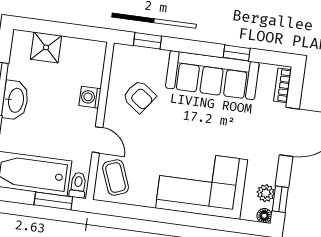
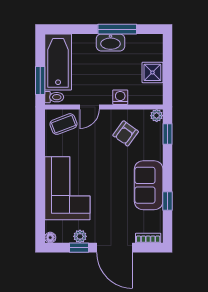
shower: (46, 47) -> (152, 72), moved
plant: (121, 52) -> (157, 116), added
sofa: (212, 75) -> (149, 185), width x0.73
plant: (266, 193) -> (80, 236), moved
window: (280, 199) -> (79, 248), moved

